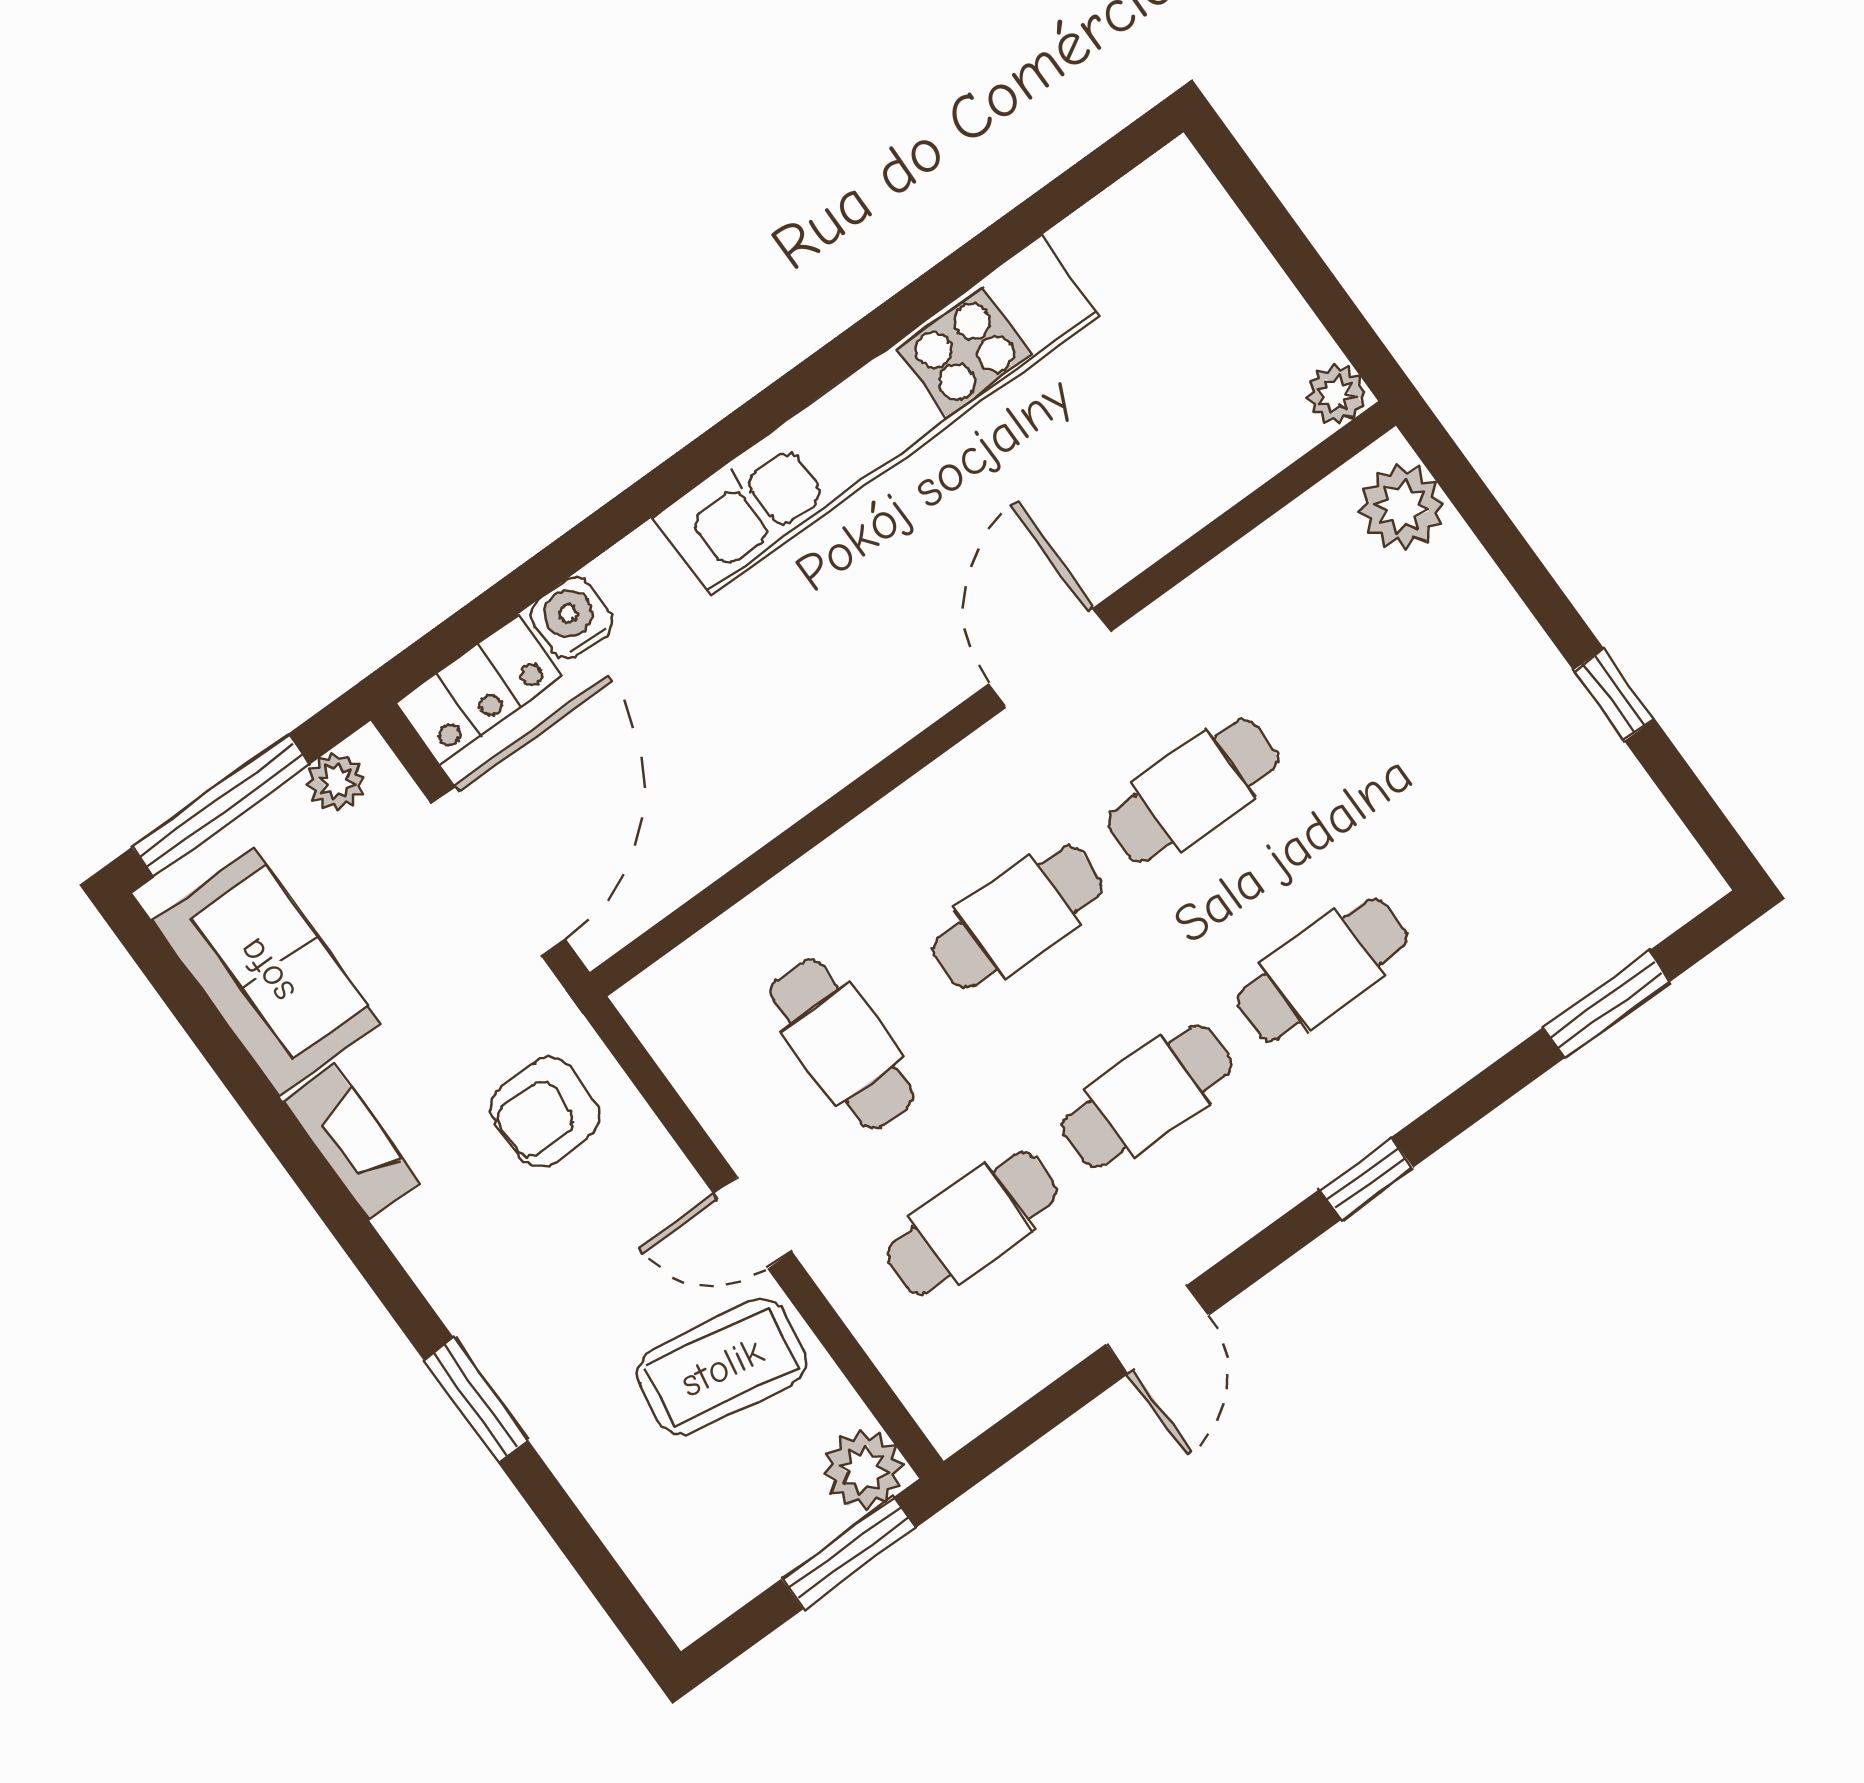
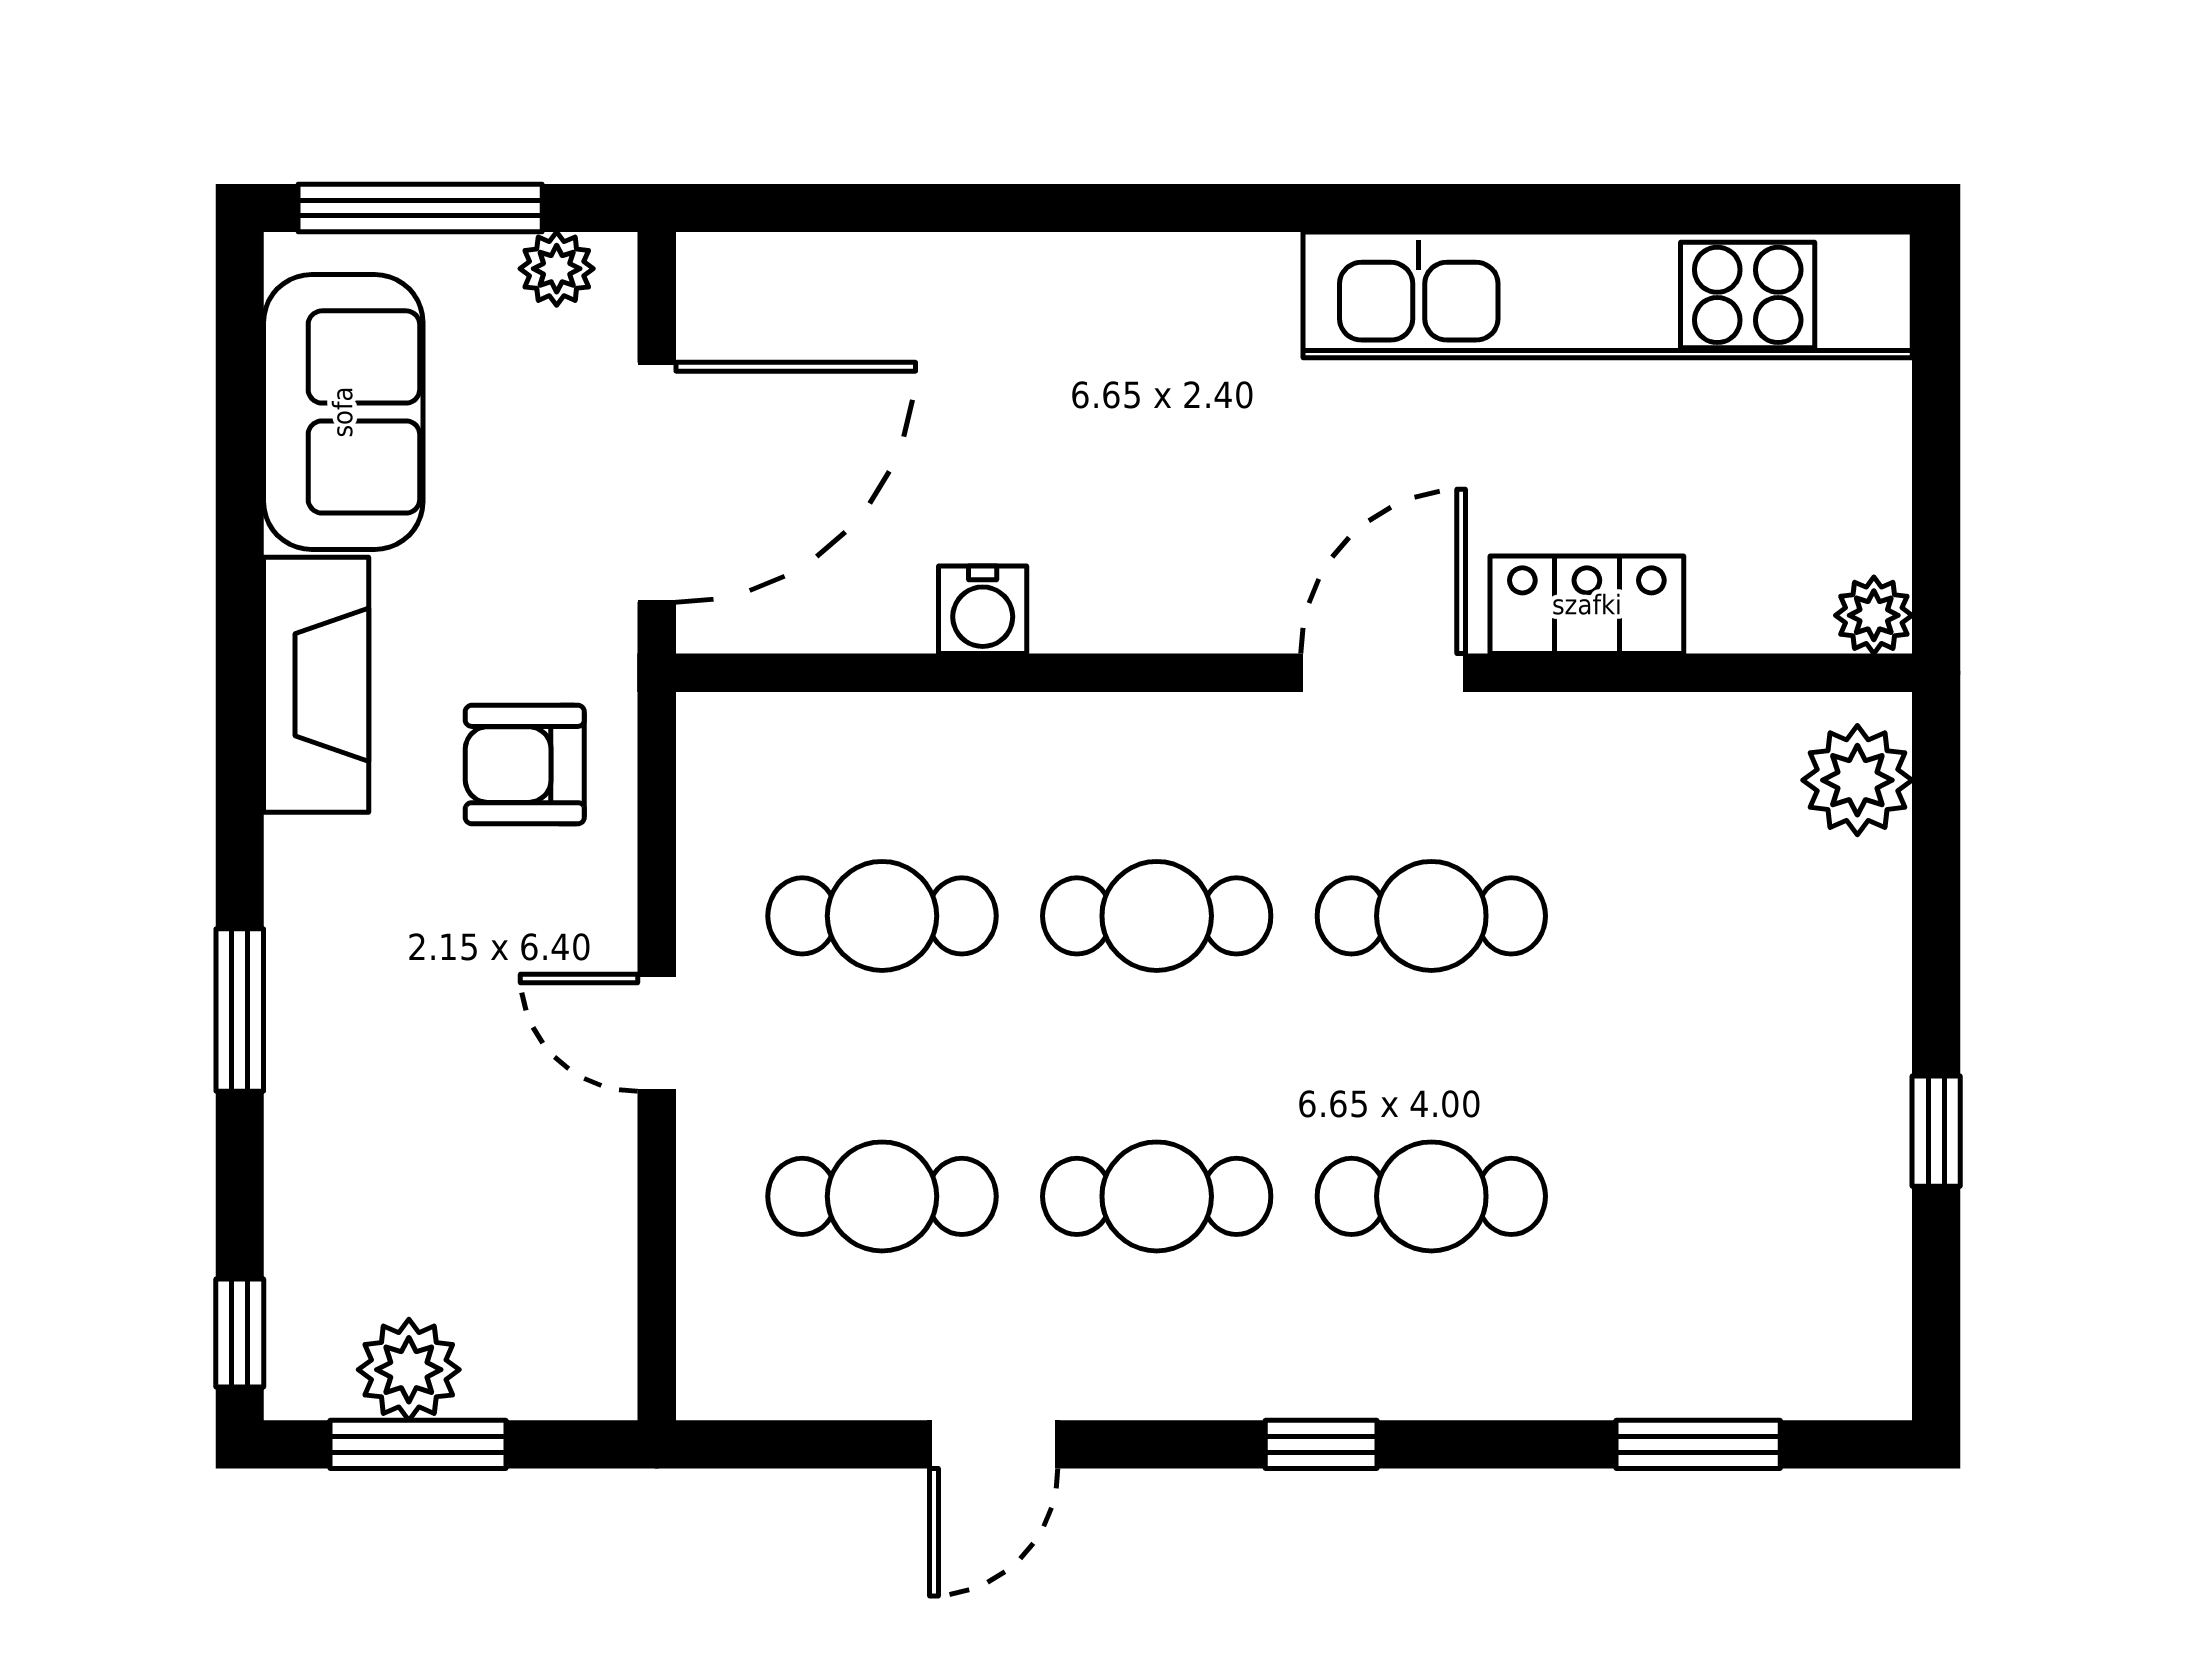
kitchen unit: (875, 417) -> (1608, 295), moved
water cooler: (572, 618) -> (983, 610), moved, turned 180
locker: (479, 690) -> (1587, 605), moved, turned 180
cafe table: (842, 1044) -> (882, 916), turned 90
fireplace: (351, 1142) -> (316, 685), width x1.37, depth x1.32
coffee table: (722, 1367) -> (517, 1158), removed
plant: (864, 1470) -> (409, 1370), moved
window: (849, 1553) -> (418, 1444), moved
window: (625, 1607) -> (240, 1333), added

